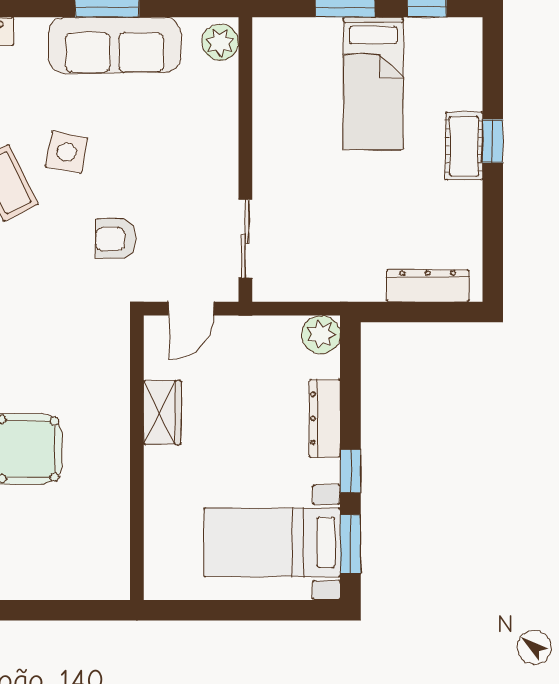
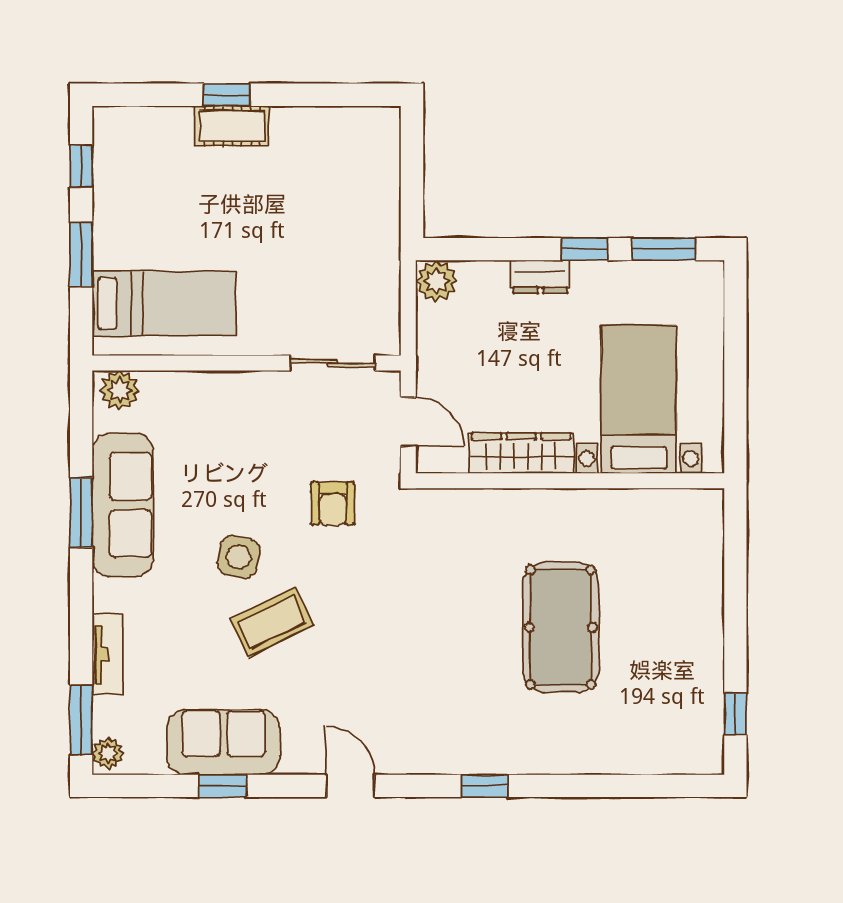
bed: (373, 83) -> (164, 304), moved
dresser: (428, 286) -> (383, 165), removed
wardrobe: (162, 413) -> (521, 453), width x1.50
dresser: (325, 418) -> (540, 277), width x0.70
bed with nightstands: (272, 542) -> (639, 399), moved, turned 180

